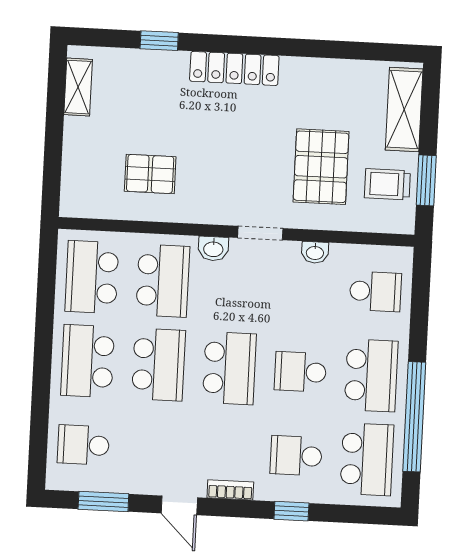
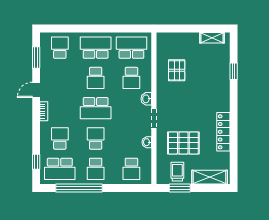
locker: (234, 68) -> (223, 132), moved
school desk: (163, 281) -> (131, 78), width x0.54
school desk: (159, 365) -> (96, 78), width x0.54
school desk: (371, 375) -> (96, 169), width x0.54
window: (291, 511) -> (36, 162), moved

